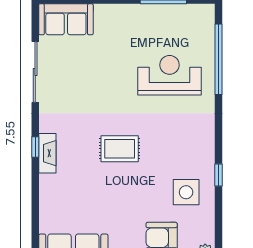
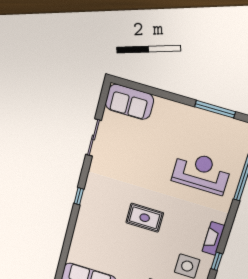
sliding door: (35, 72) -> (93, 138), width x0.73
fireplace: (47, 153) -> (213, 238), moved, turned 180

